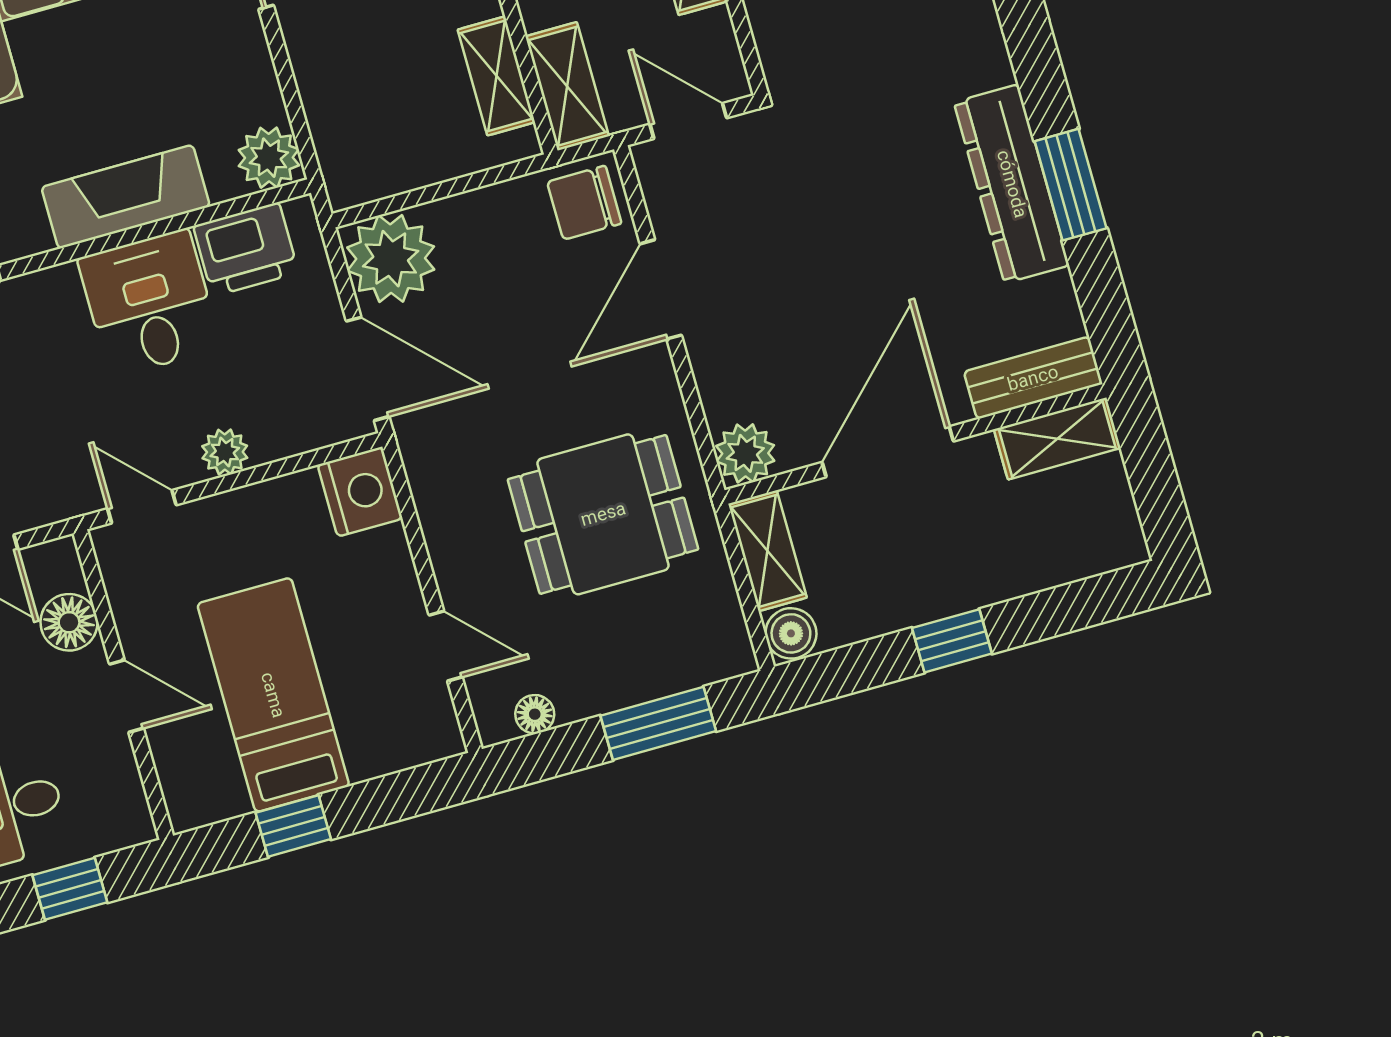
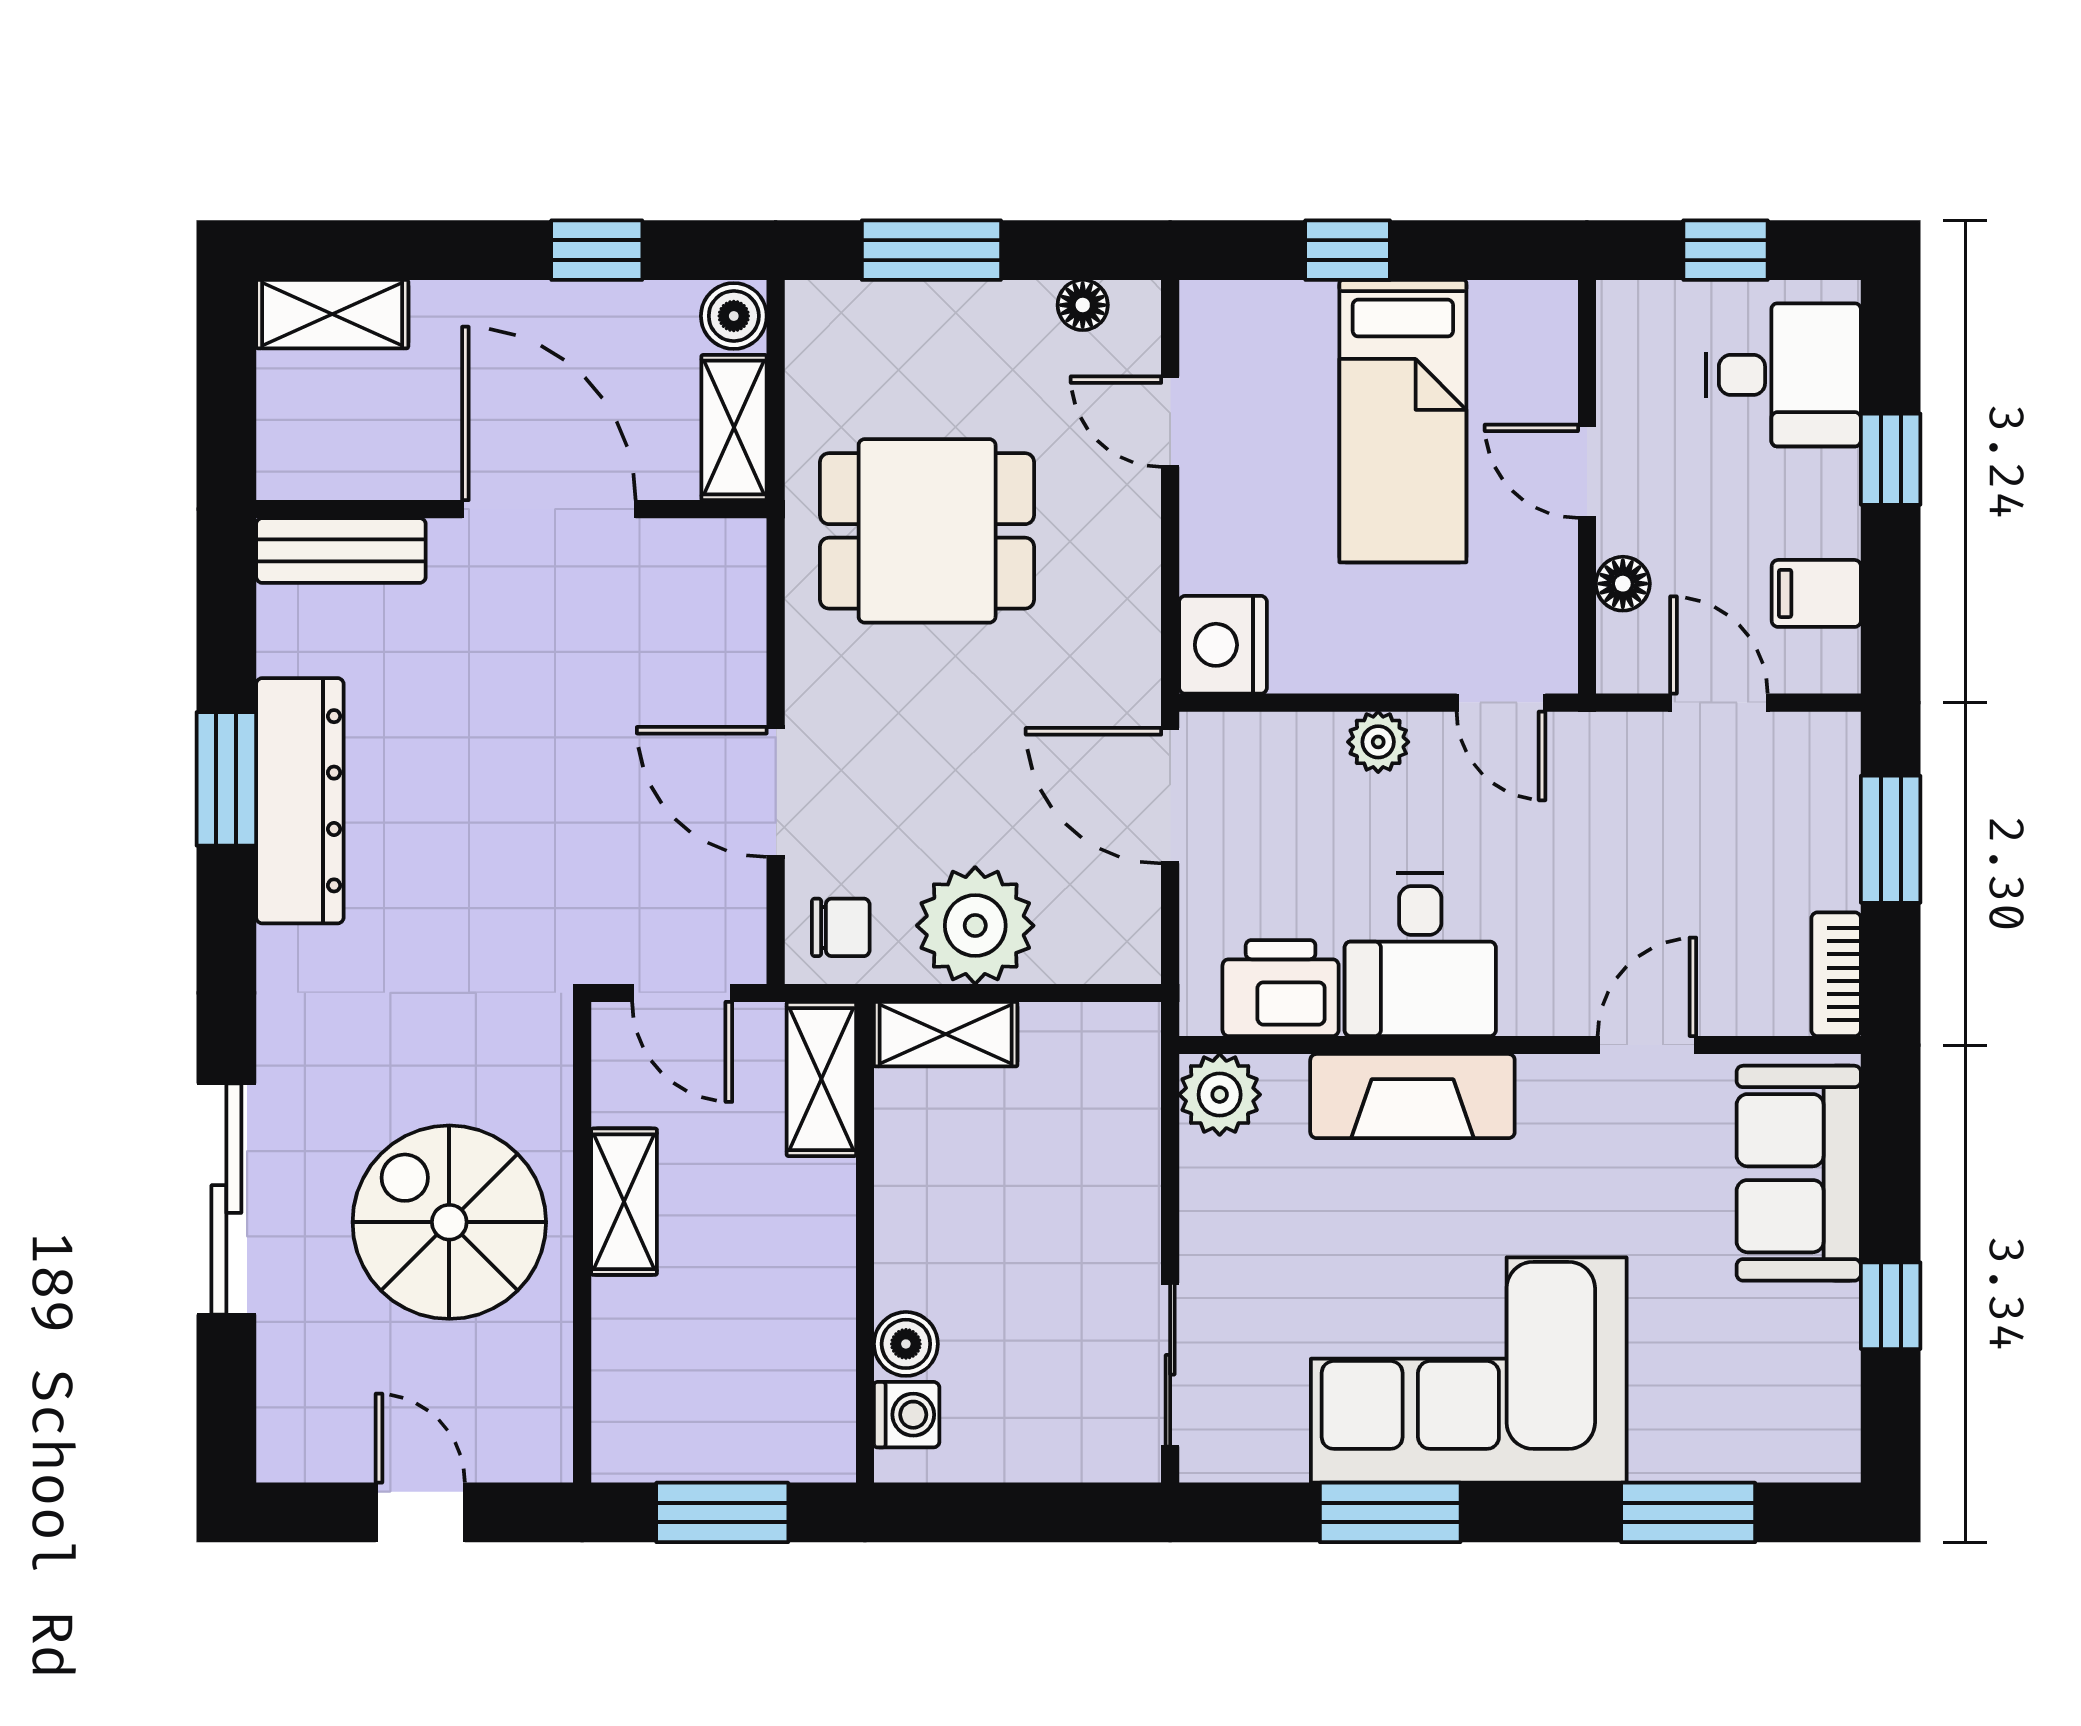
shelving: (496, 76) -> (946, 1034), moved, turned 90
chair: (584, 203) -> (841, 927), width x0.73, depth x0.73
plant: (391, 259) -> (975, 926), moved
door: (661, 289) -> (776, 792), swing flipped
shelving: (1057, 439) -> (332, 314), moved
door: (888, 452) -> (549, 509), swing flipped
plant: (745, 453) -> (728, 557), removed
floor lamp: (69, 622) -> (1623, 584), width x0.73, depth x0.73
window: (952, 641) -> (597, 250), moved
window: (293, 826) -> (1348, 250), moved

